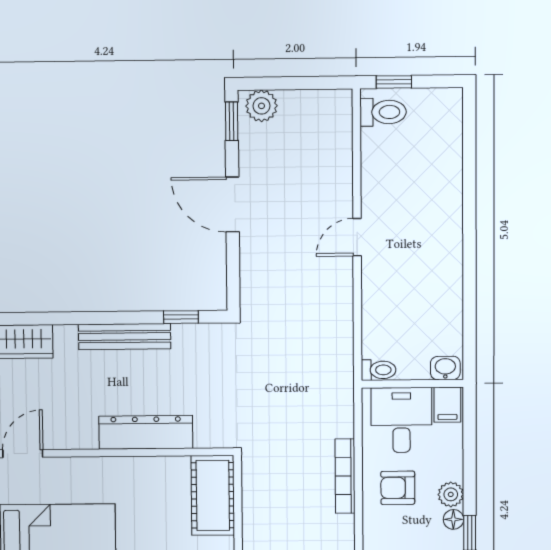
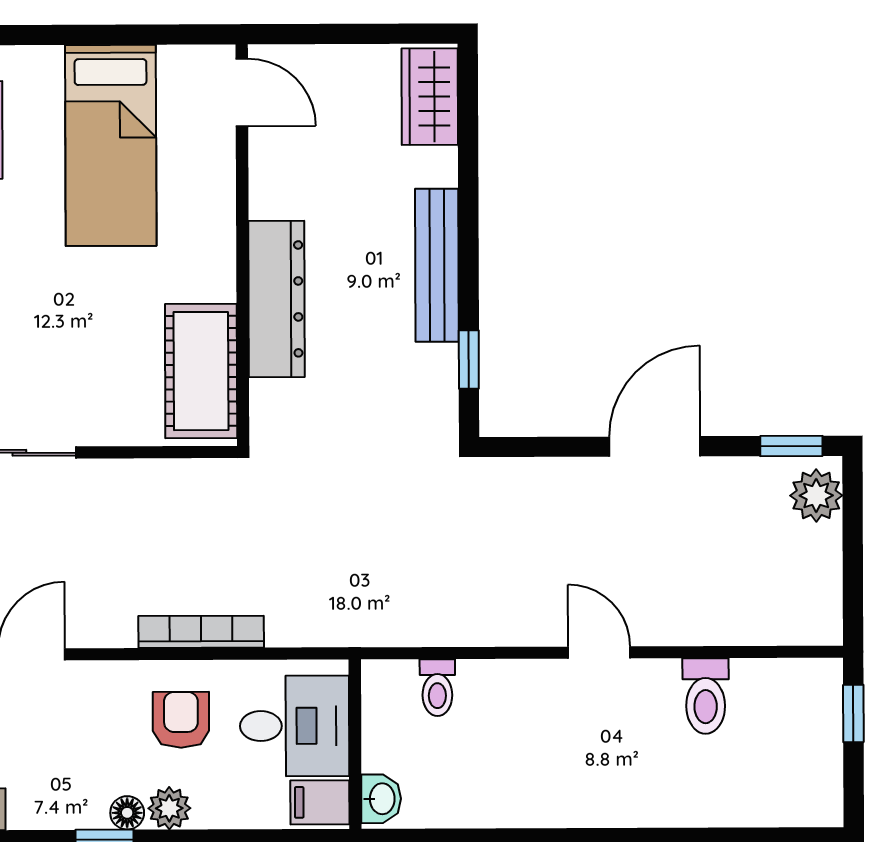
toilet: (383, 112) -> (706, 696), moved
toilet: (379, 370) -> (437, 688), moved
cot: (213, 495) -> (201, 371), moved, turned 90

